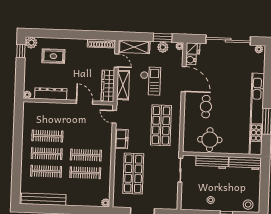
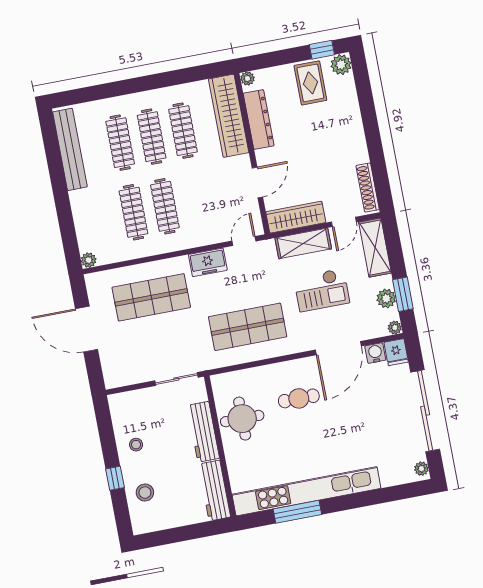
rug: (53, 56) -> (310, 83), moved
wardrobe: (45, 110) -> (229, 116), added
stool: (248, 205) -> (145, 493), moved

